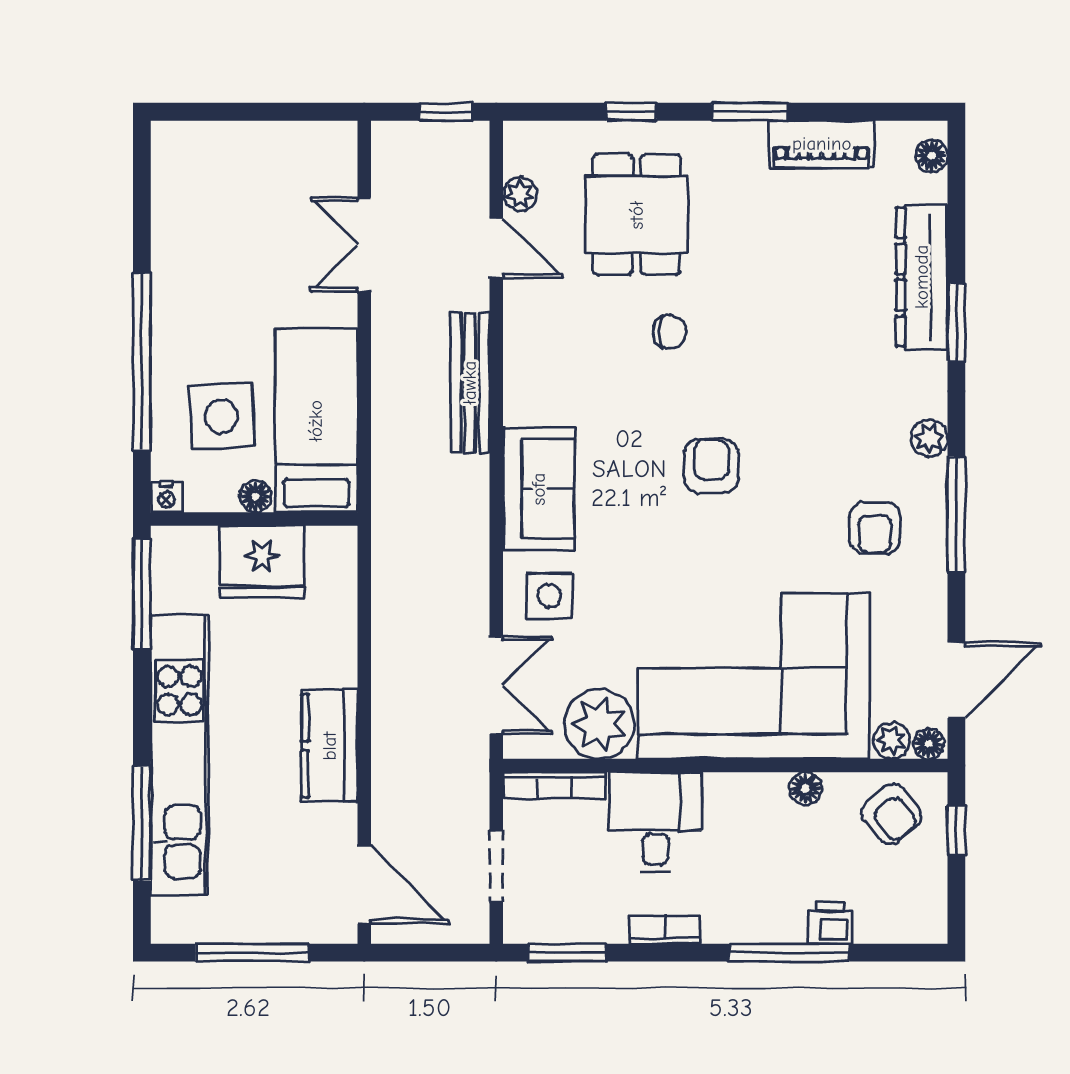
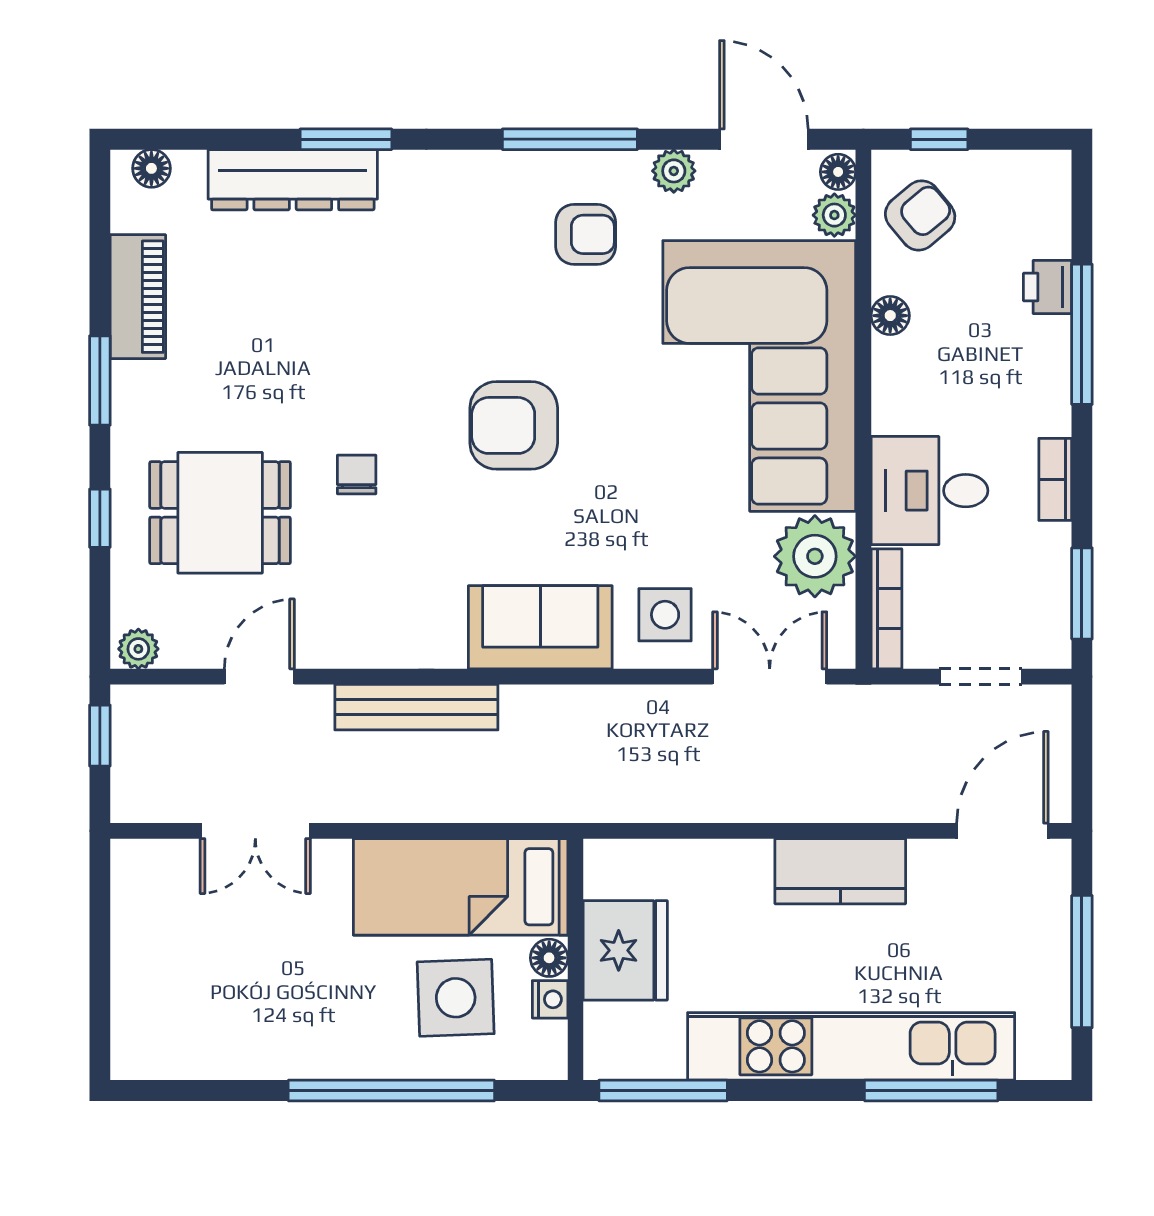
plant: (520, 194) -> (138, 649), moved
plant: (929, 438) -> (674, 171), moved
armchair: (711, 466) -> (514, 425), width x1.38, depth x1.38
nightstand: (167, 497) -> (550, 999), moved

